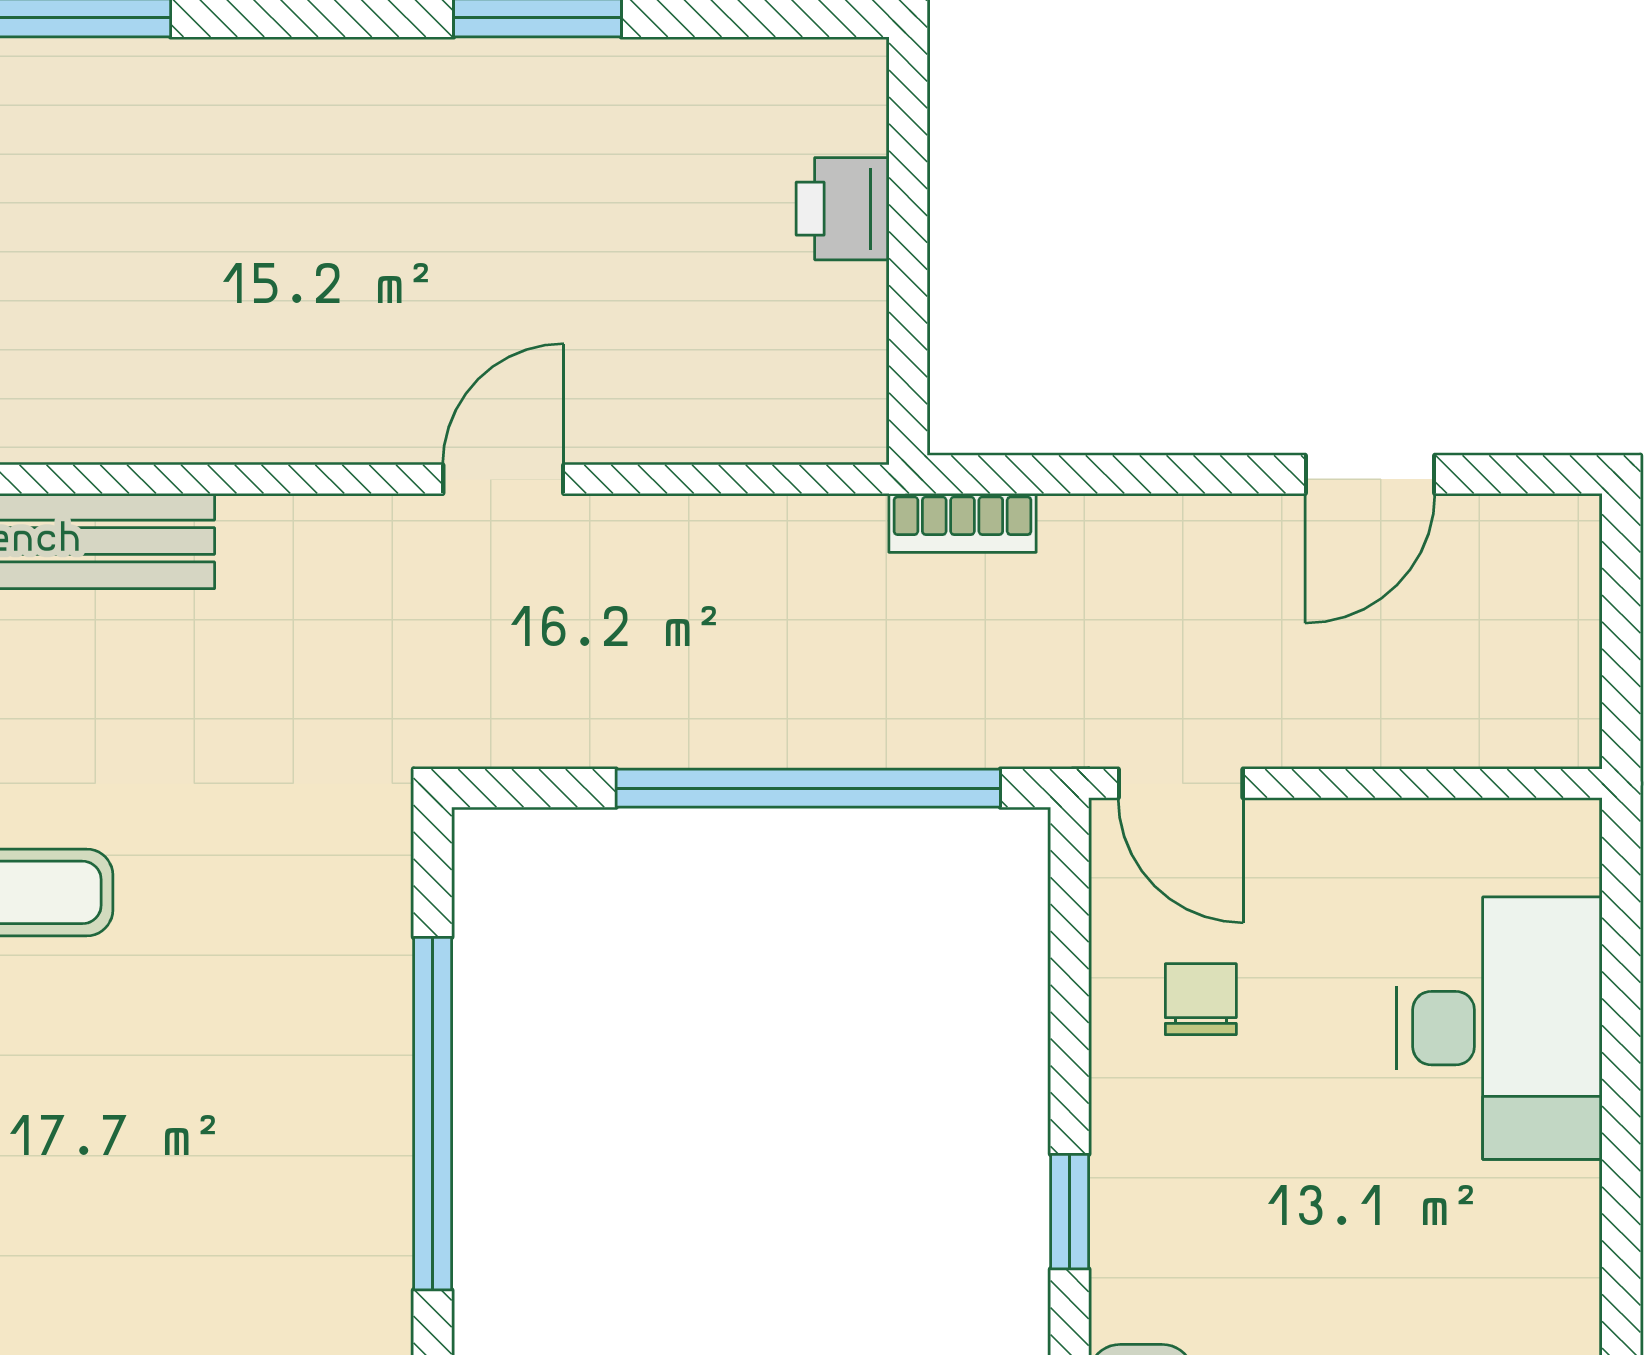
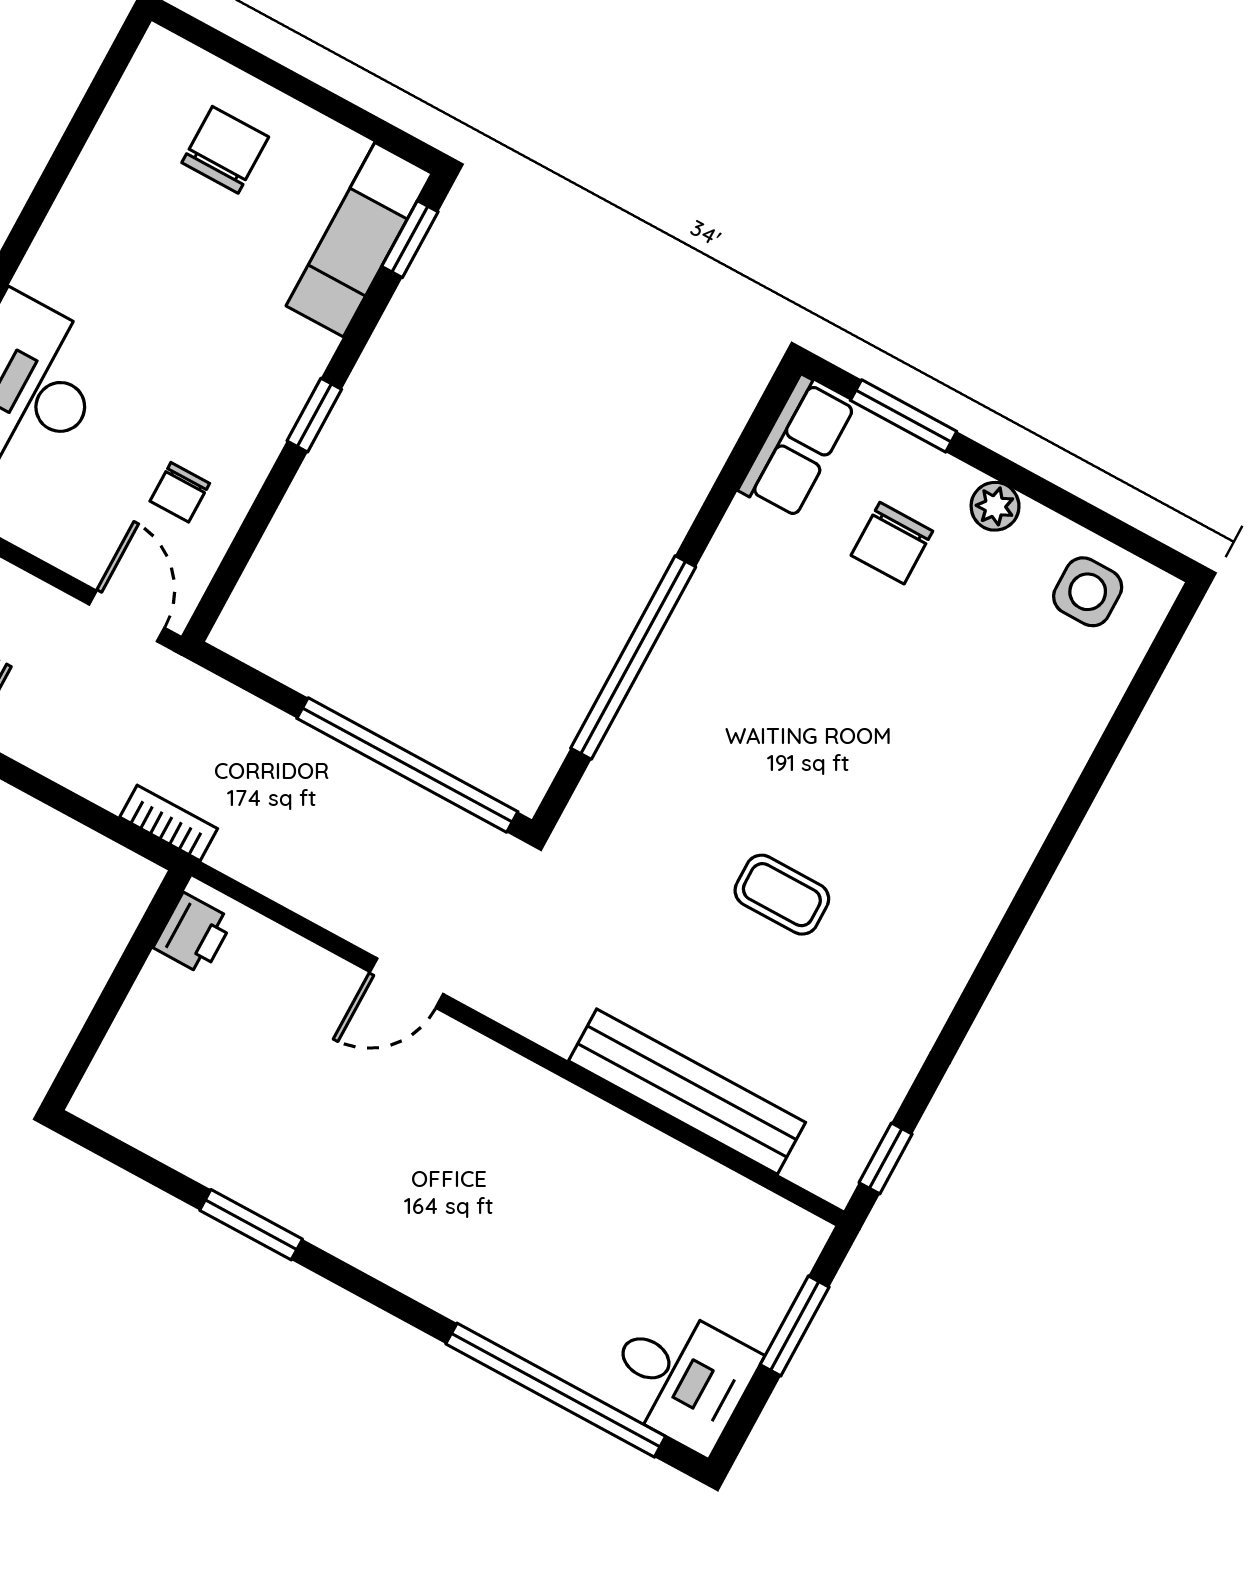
printer: (843, 209) -> (193, 934), moved
window: (808, 788) -> (407, 765), moved

